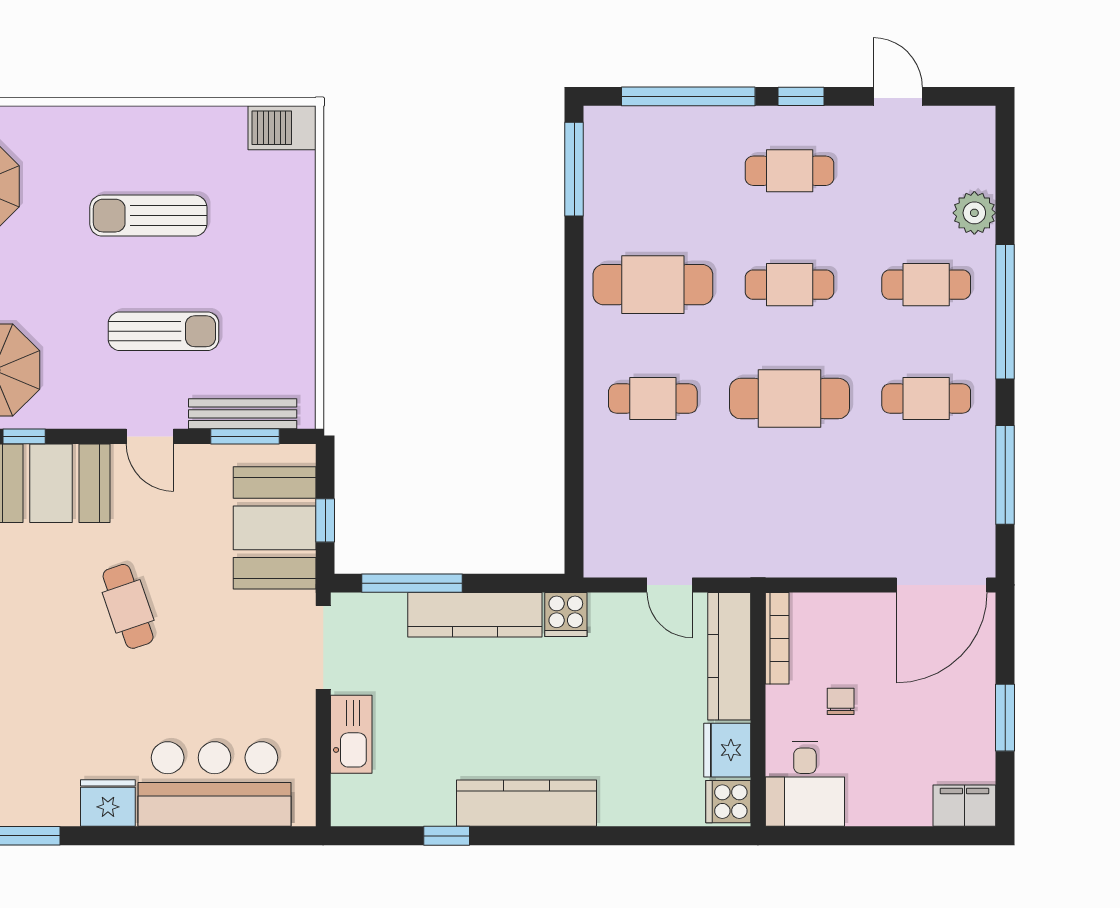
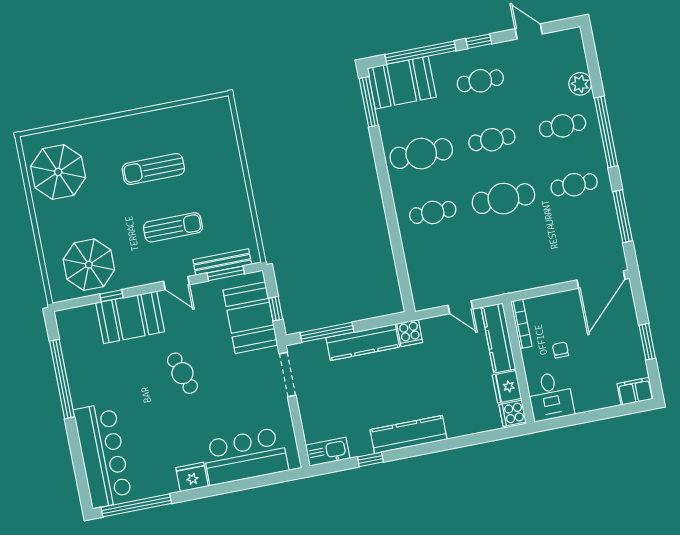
barbecue: (282, 128) -> (213, 110), removed
booth: (643, 145) -> (402, 83), added
kitchen sink: (351, 734) -> (328, 452), moved, turned -90

